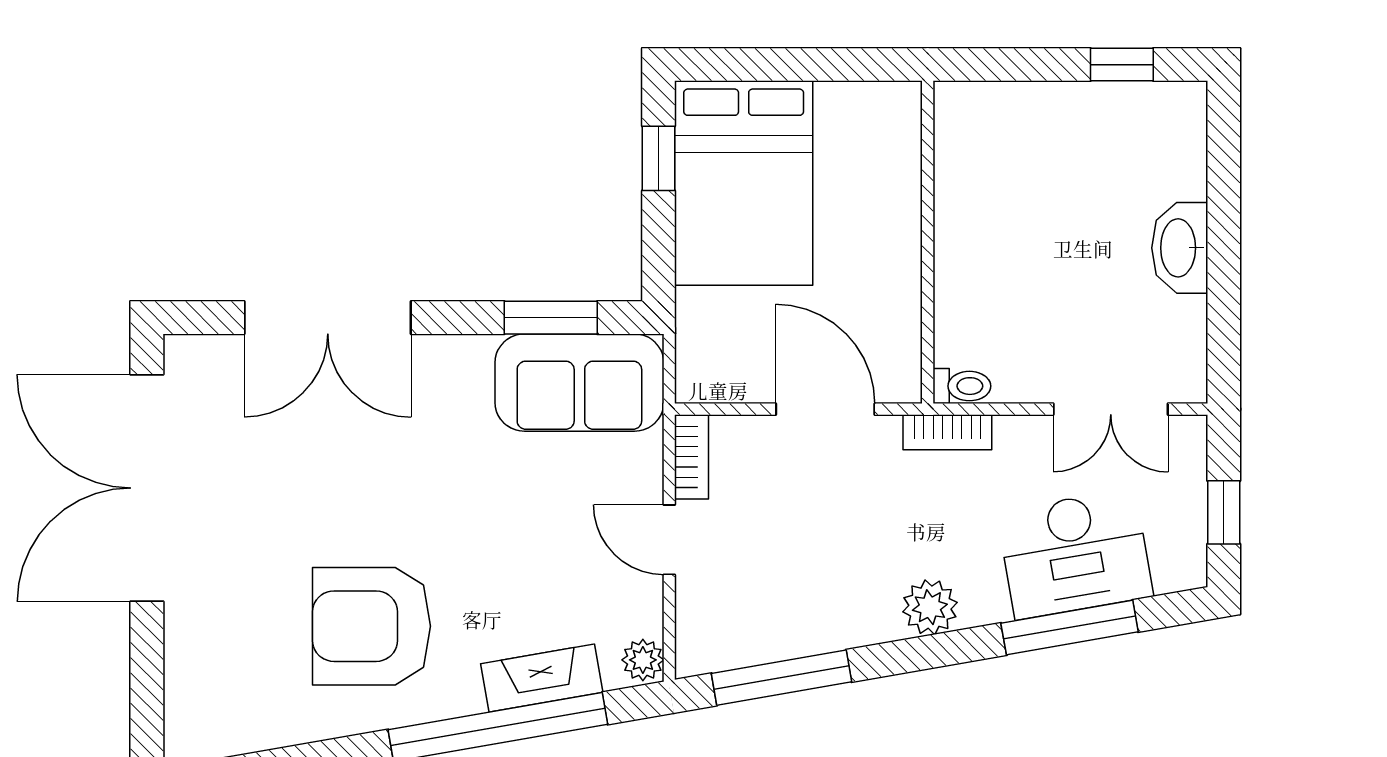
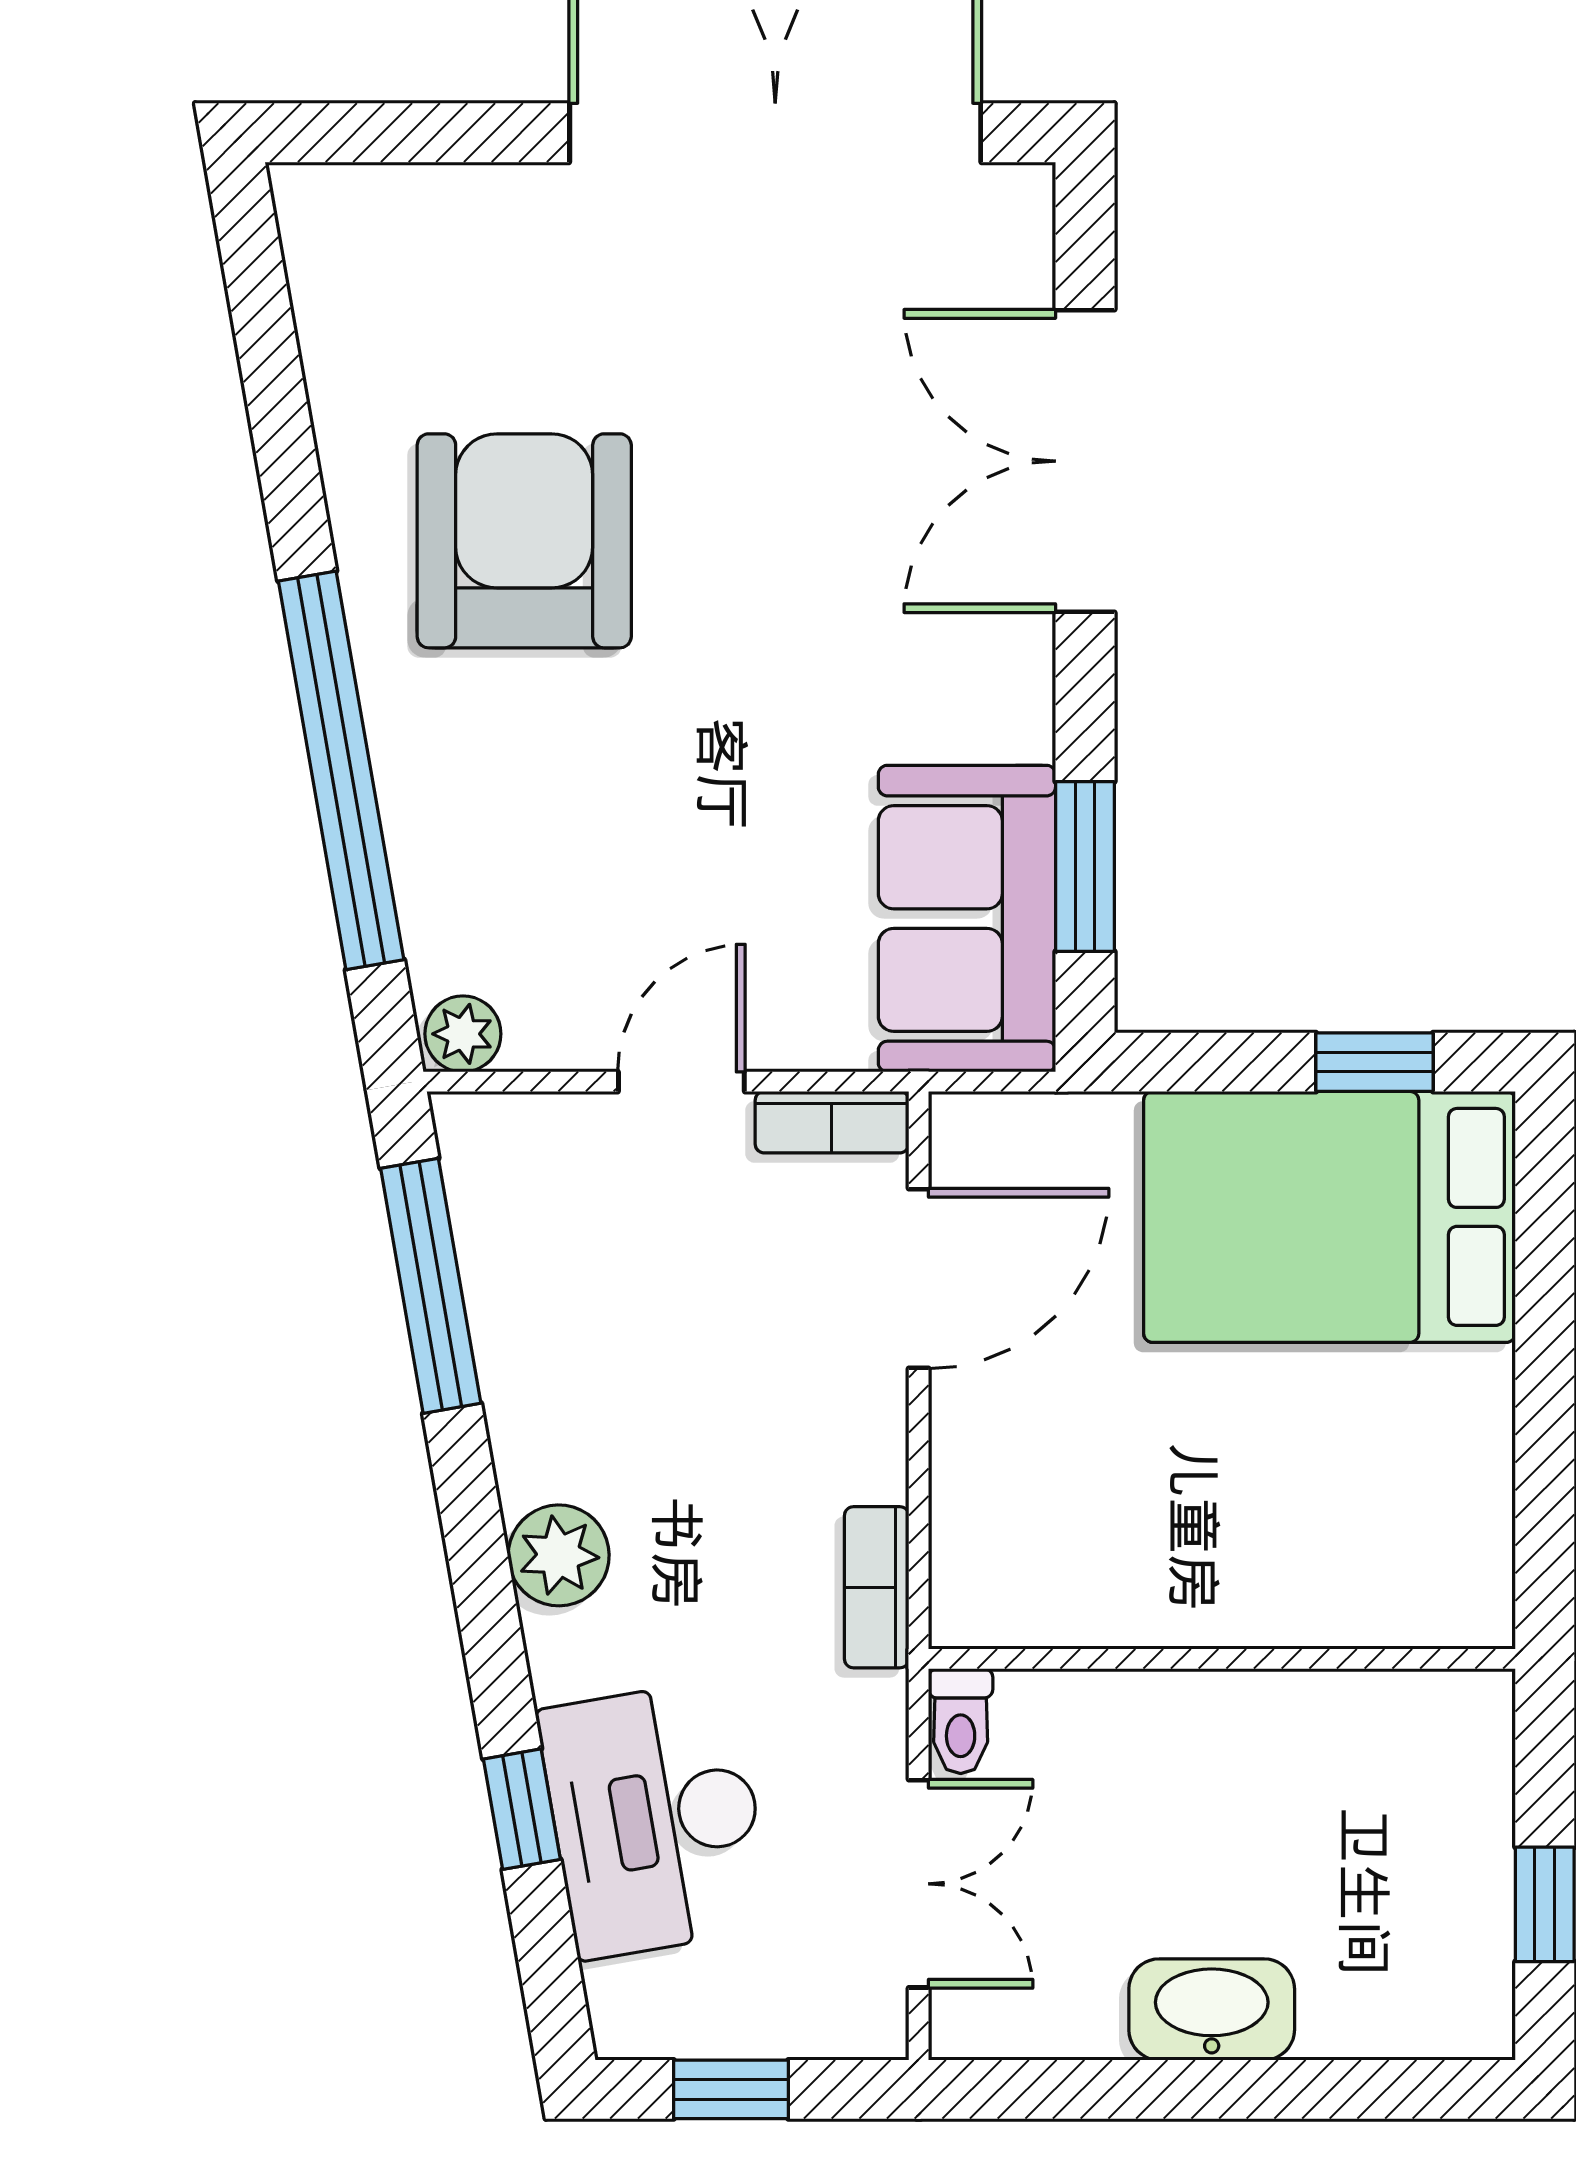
wall: (928, 242) -> (1222, 1659), moved
toilet: (962, 386) -> (961, 1721), moved
door: (825, 409) -> (919, 1279), moved
double door: (1111, 409) -> (919, 1884), swing flipped
window: (1070, 627) -> (522, 1809), width x0.46
fireplace: (542, 678) -> (430, 850), removed

